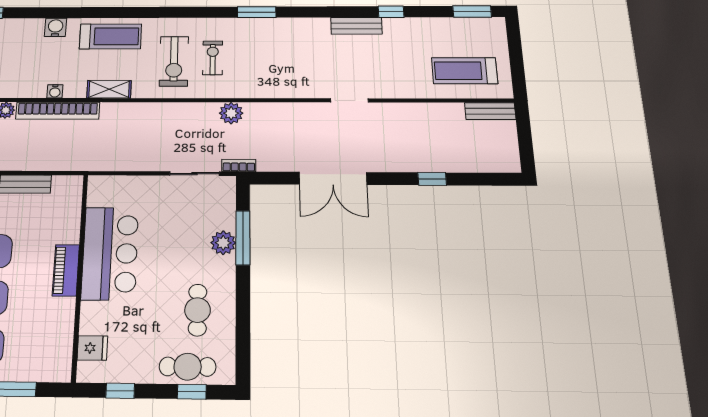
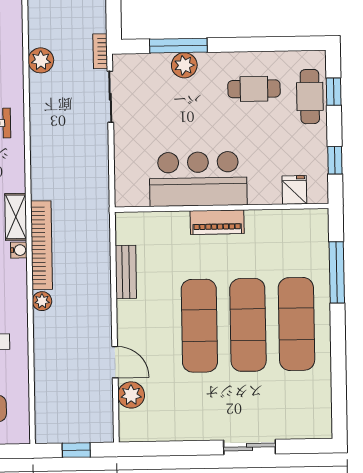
shelving: (109, 89) -> (16, 217), moved

